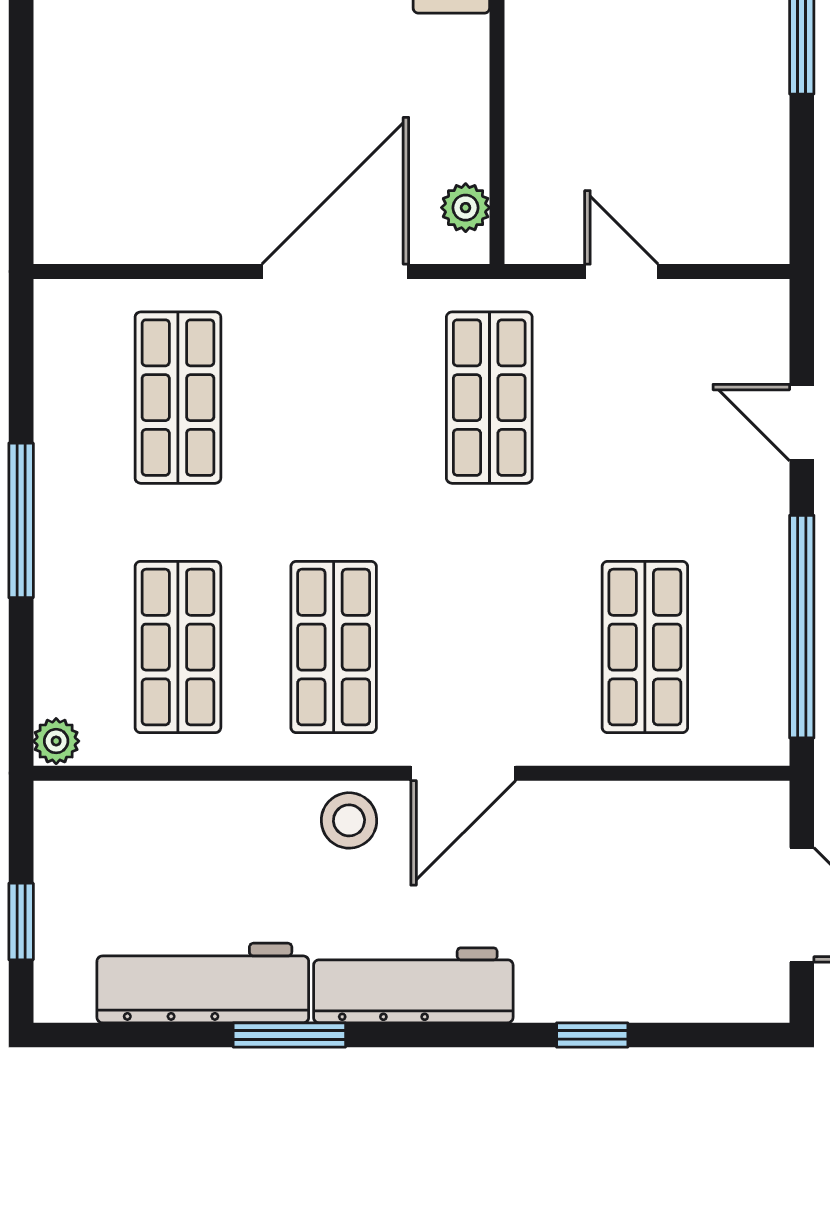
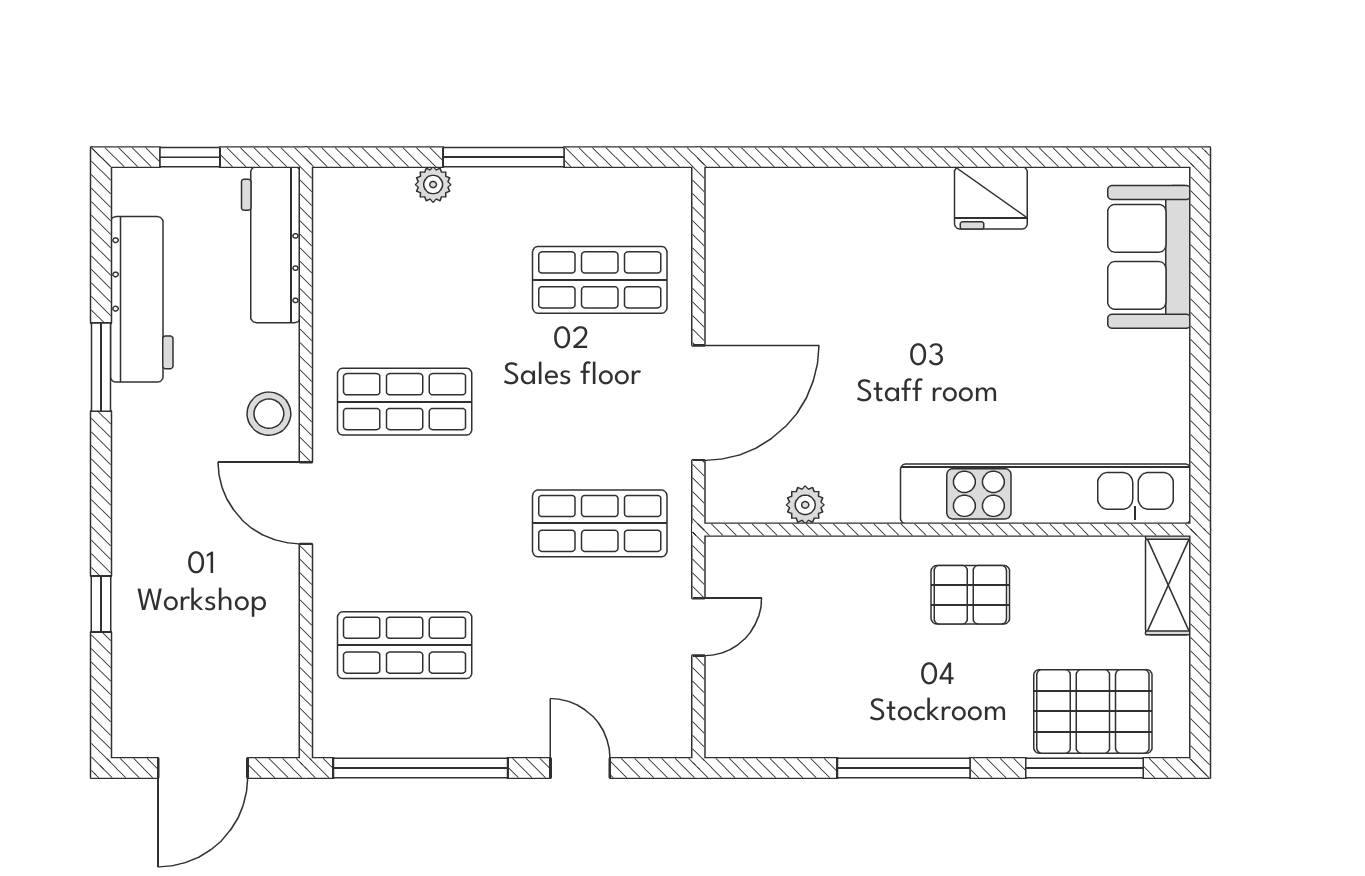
plant: (466, 208) -> (805, 505), moved
door: (335, 271) -> (698, 403), hinge flipped
door: (802, 423) -> (580, 768), hinge flipped
shop shelf: (178, 647) -> (405, 280), removed
plant: (56, 741) -> (433, 185), moved
workbench: (413, 985) -> (271, 245), moved, turned 180

